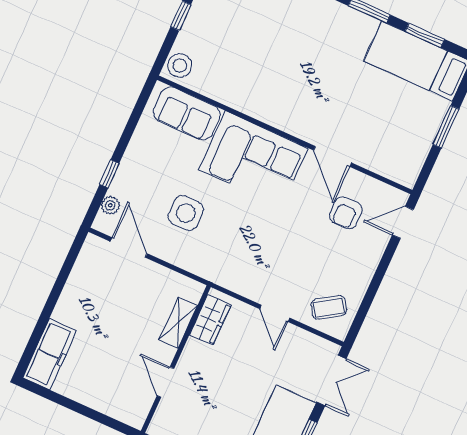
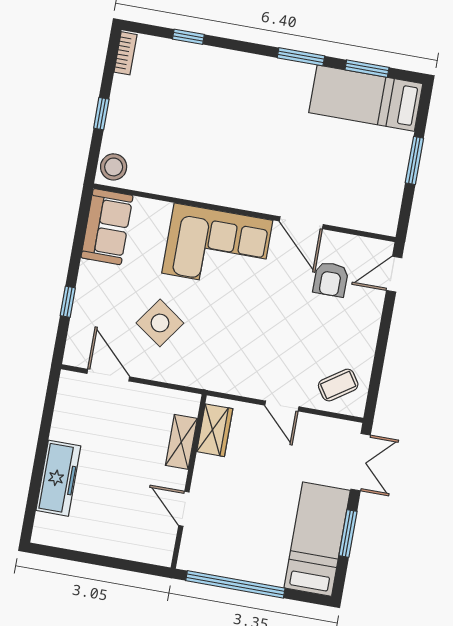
sofa: (187, 113) -> (107, 227), moved, turned -90
plant: (110, 205) -> (77, 335), removed
side table: (186, 213) -> (160, 323), turned 35
freezer: (50, 354) -> (58, 478), moved

